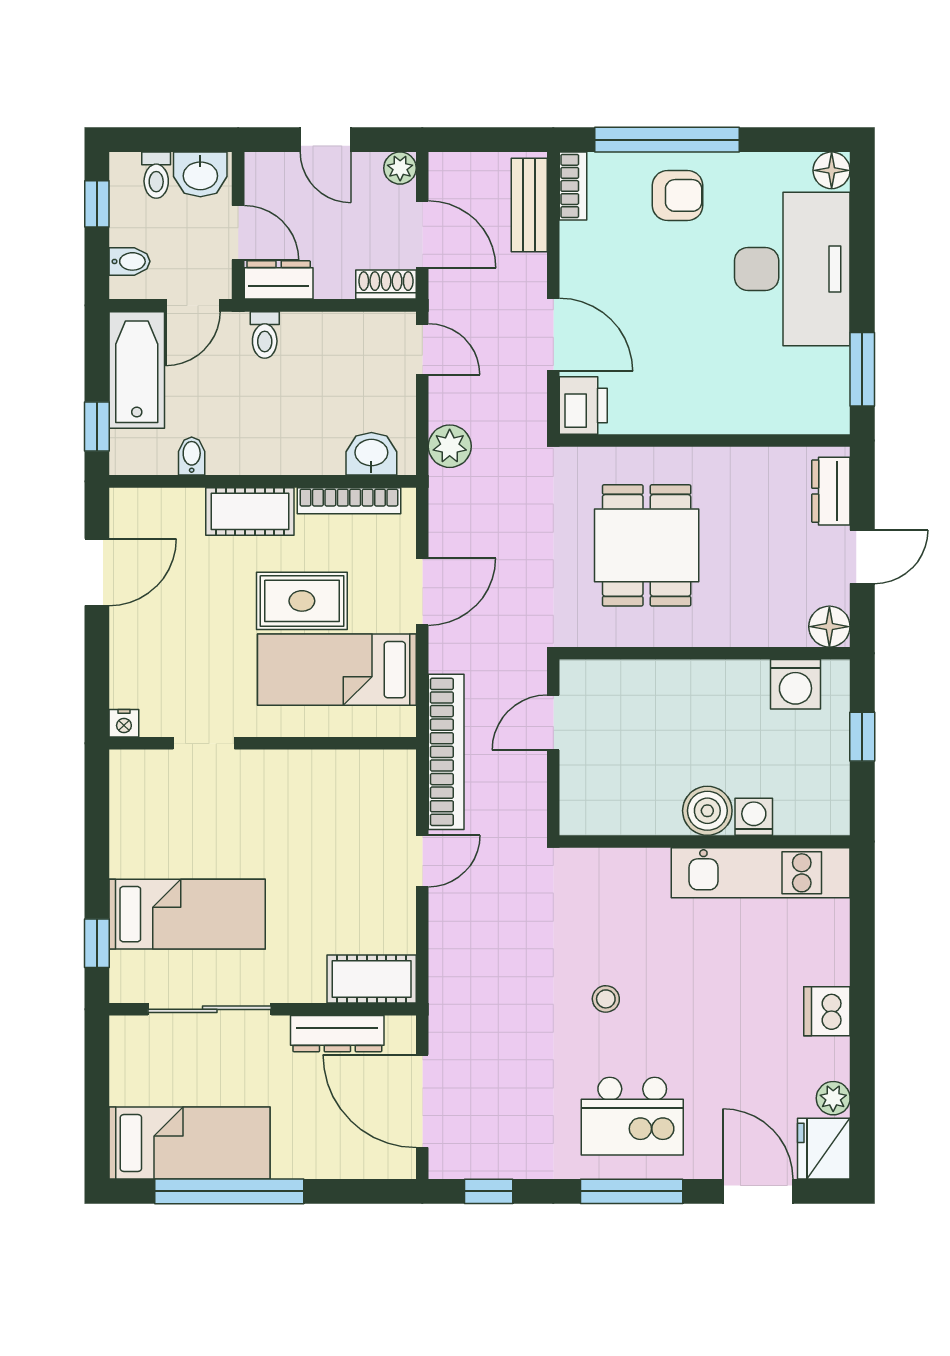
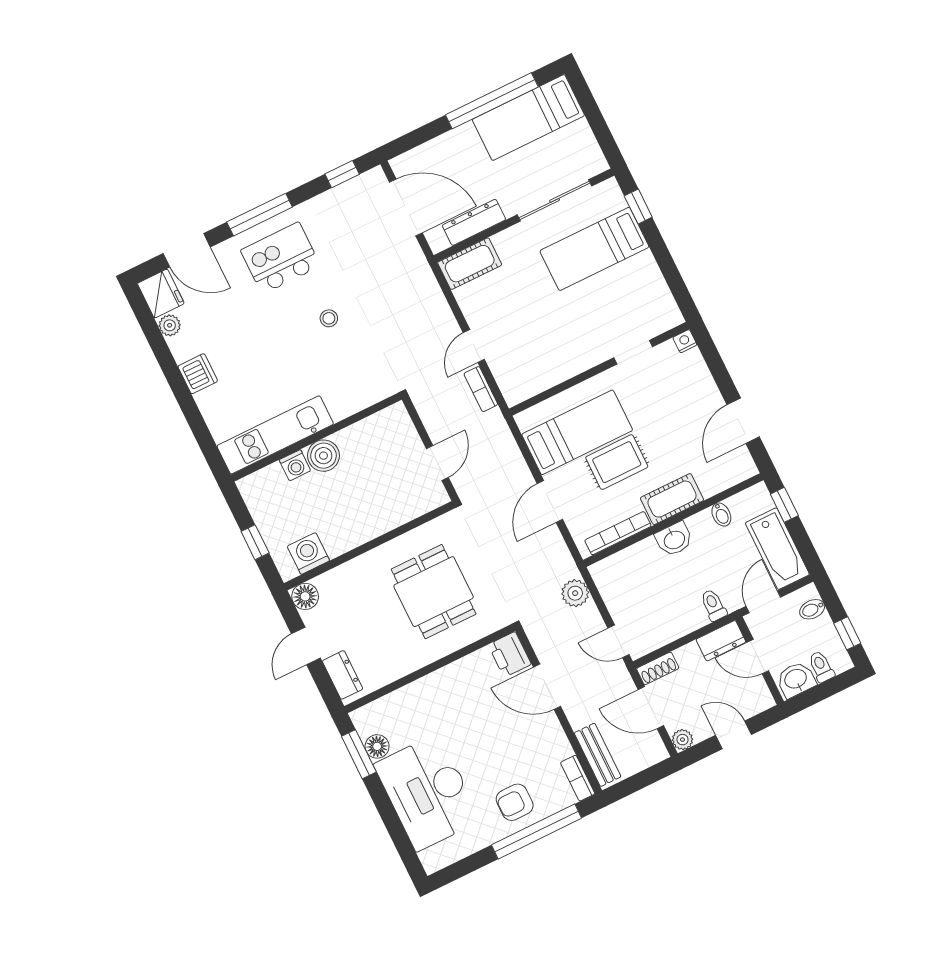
floor lamp: (832, 170) -> (377, 746), moved
washbasin: (371, 454) -> (674, 539), moved
bookcase: (446, 752) -> (481, 389), width x0.43, depth x0.76

